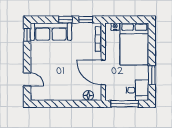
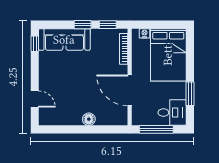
floor lamp: (88, 95) -> (89, 119), moved

